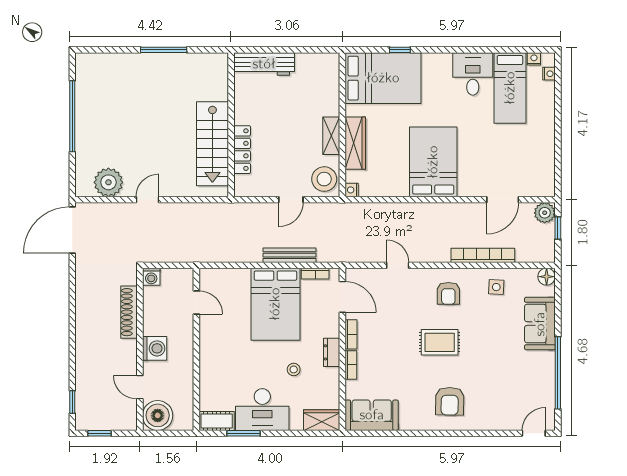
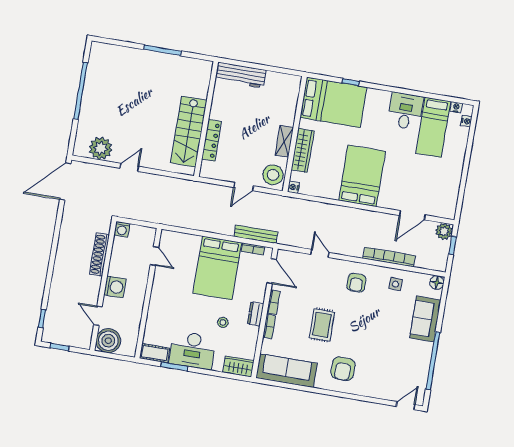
bench: (290, 255) -> (256, 234), moved
rug: (440, 342) -> (322, 325), moved, turned 90
sofa: (372, 415) -> (287, 371), width x1.36

